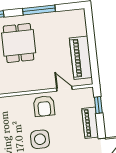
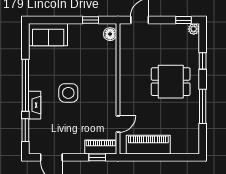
armchair: (44, 106) -> (102, 101), removed
piano: (90, 123) -> (101, 147), moved

